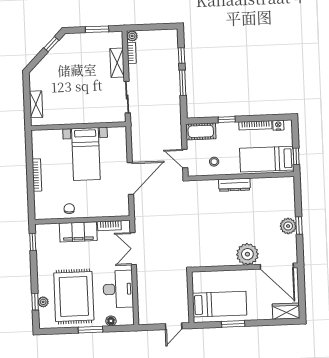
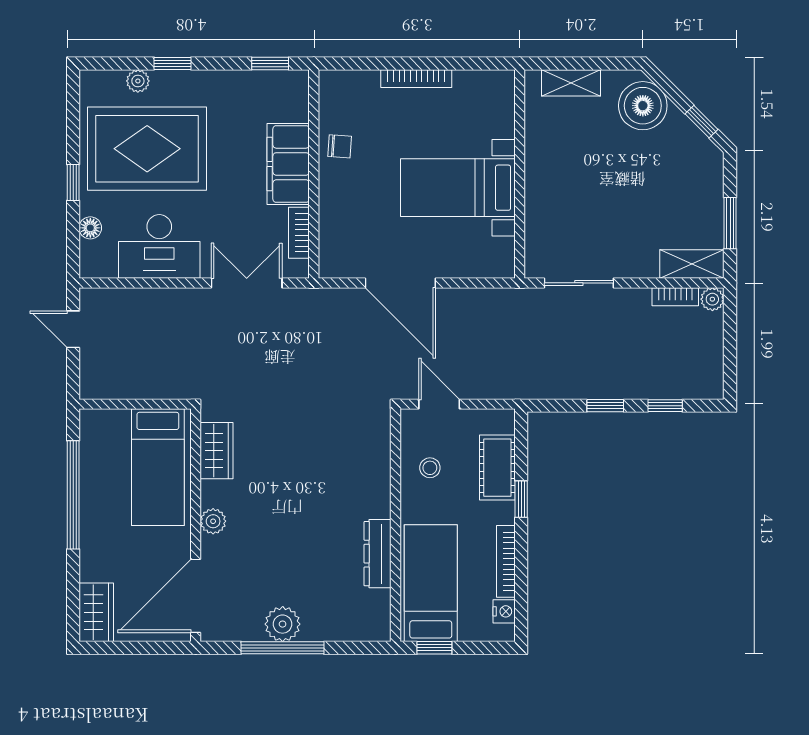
shelving: (117, 63) -> (692, 264), moved
boiler: (45, 71) -> (643, 106), added
window: (183, 83) -> (605, 406), width x0.67
cot: (201, 131) -> (497, 468), moved
door: (185, 159) -> (439, 404), hinge flipped
dresser: (234, 185) -> (378, 554), moved
window: (299, 226) -> (283, 648), width x2.17
plant: (247, 254) -> (213, 521), width x0.53, depth x0.53
wardrobe: (210, 259) -> (217, 451), added
window: (35, 302) -> (172, 63), moved
bed: (220, 304) -> (158, 467), moved
window: (233, 324) -> (73, 495), width x2.11
door: (174, 326) -> (73, 329), moved
window: (91, 330) -> (73, 182), width x0.67

